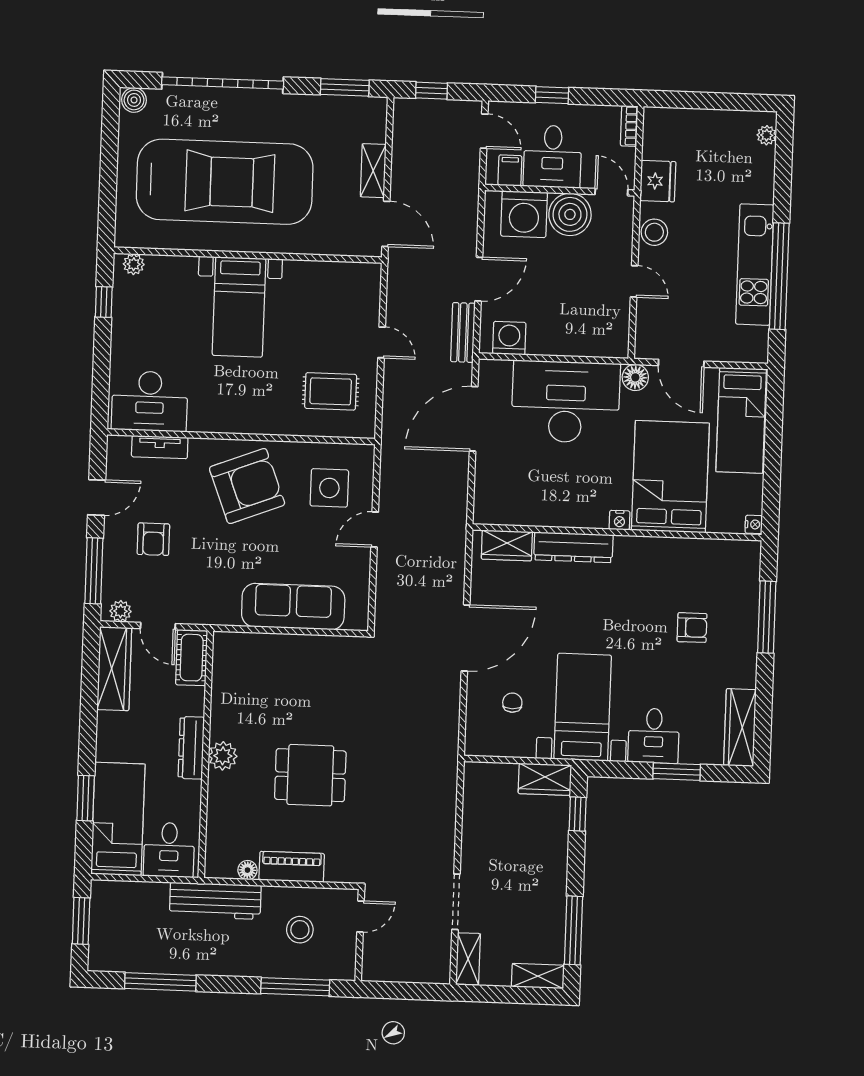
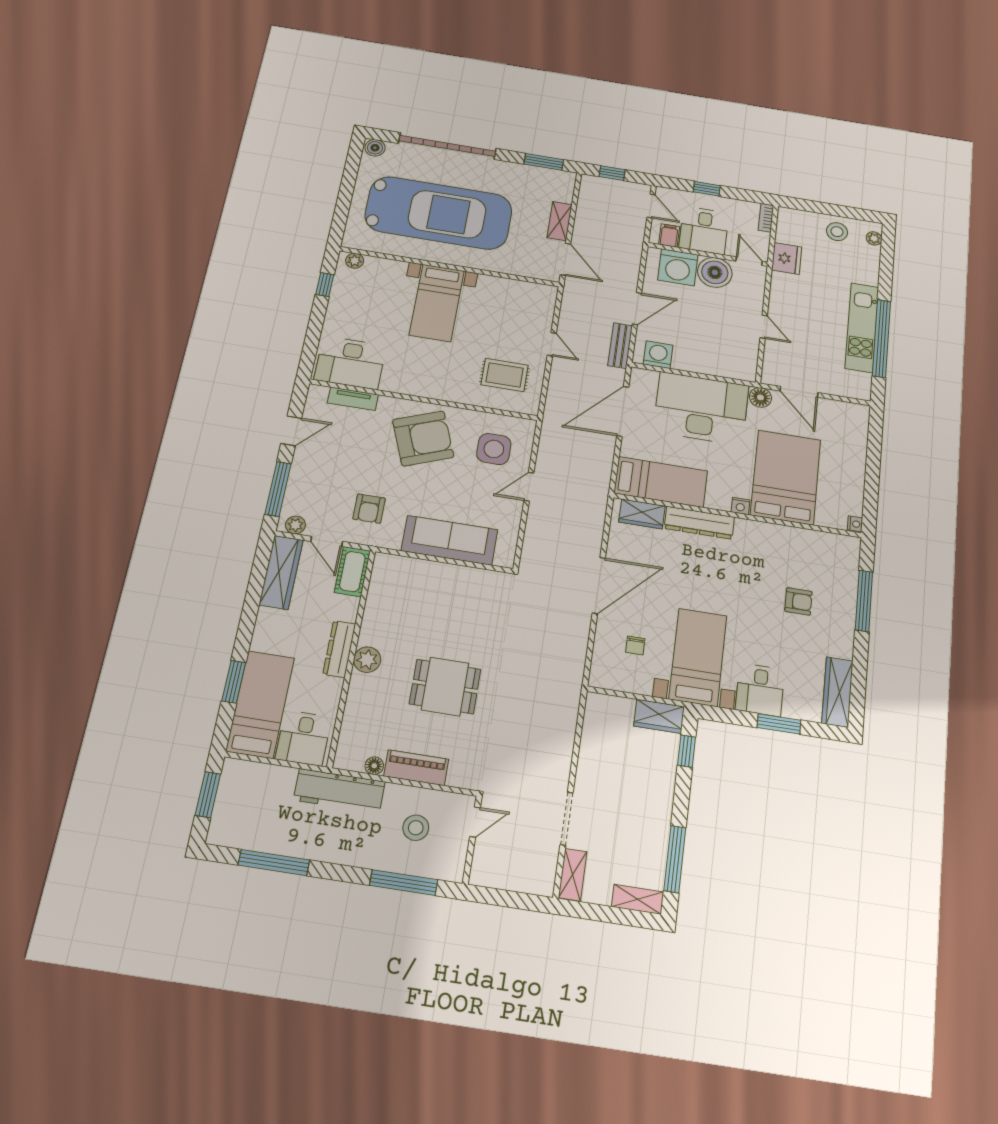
stool: (654, 232) -> (837, 232), moved
bed: (741, 420) -> (661, 482), moved, turned -90
armchair: (153, 539) -> (369, 509), moved
chair: (512, 703) -> (635, 645), turned 180

